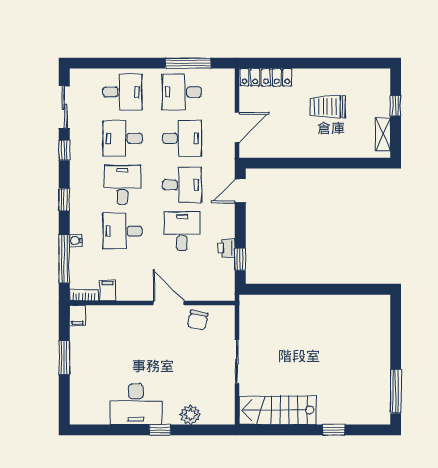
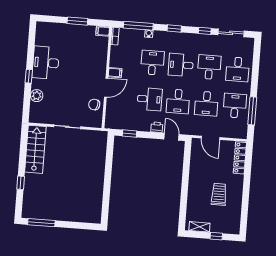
desk: (123, 185) -> (181, 65), turned 180
printer: (227, 248) -> (157, 127), moved
filing cabinet: (108, 290) -> (115, 73), moved

